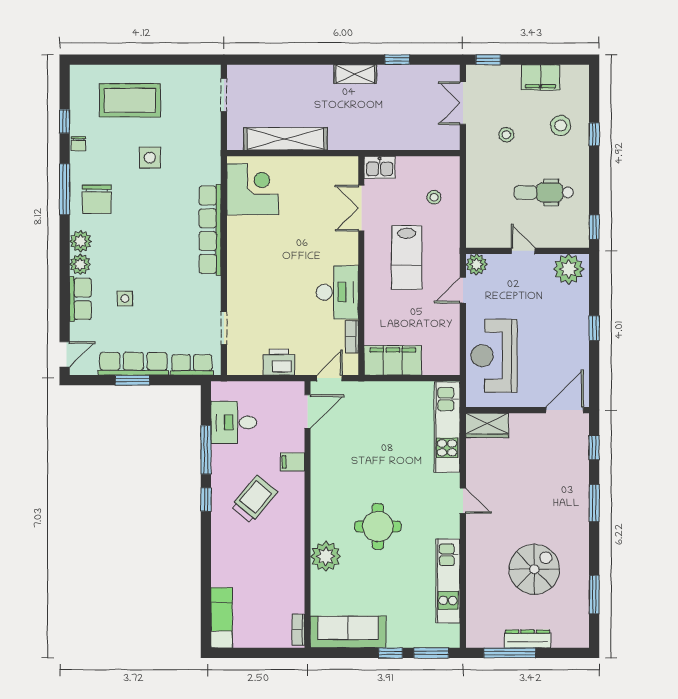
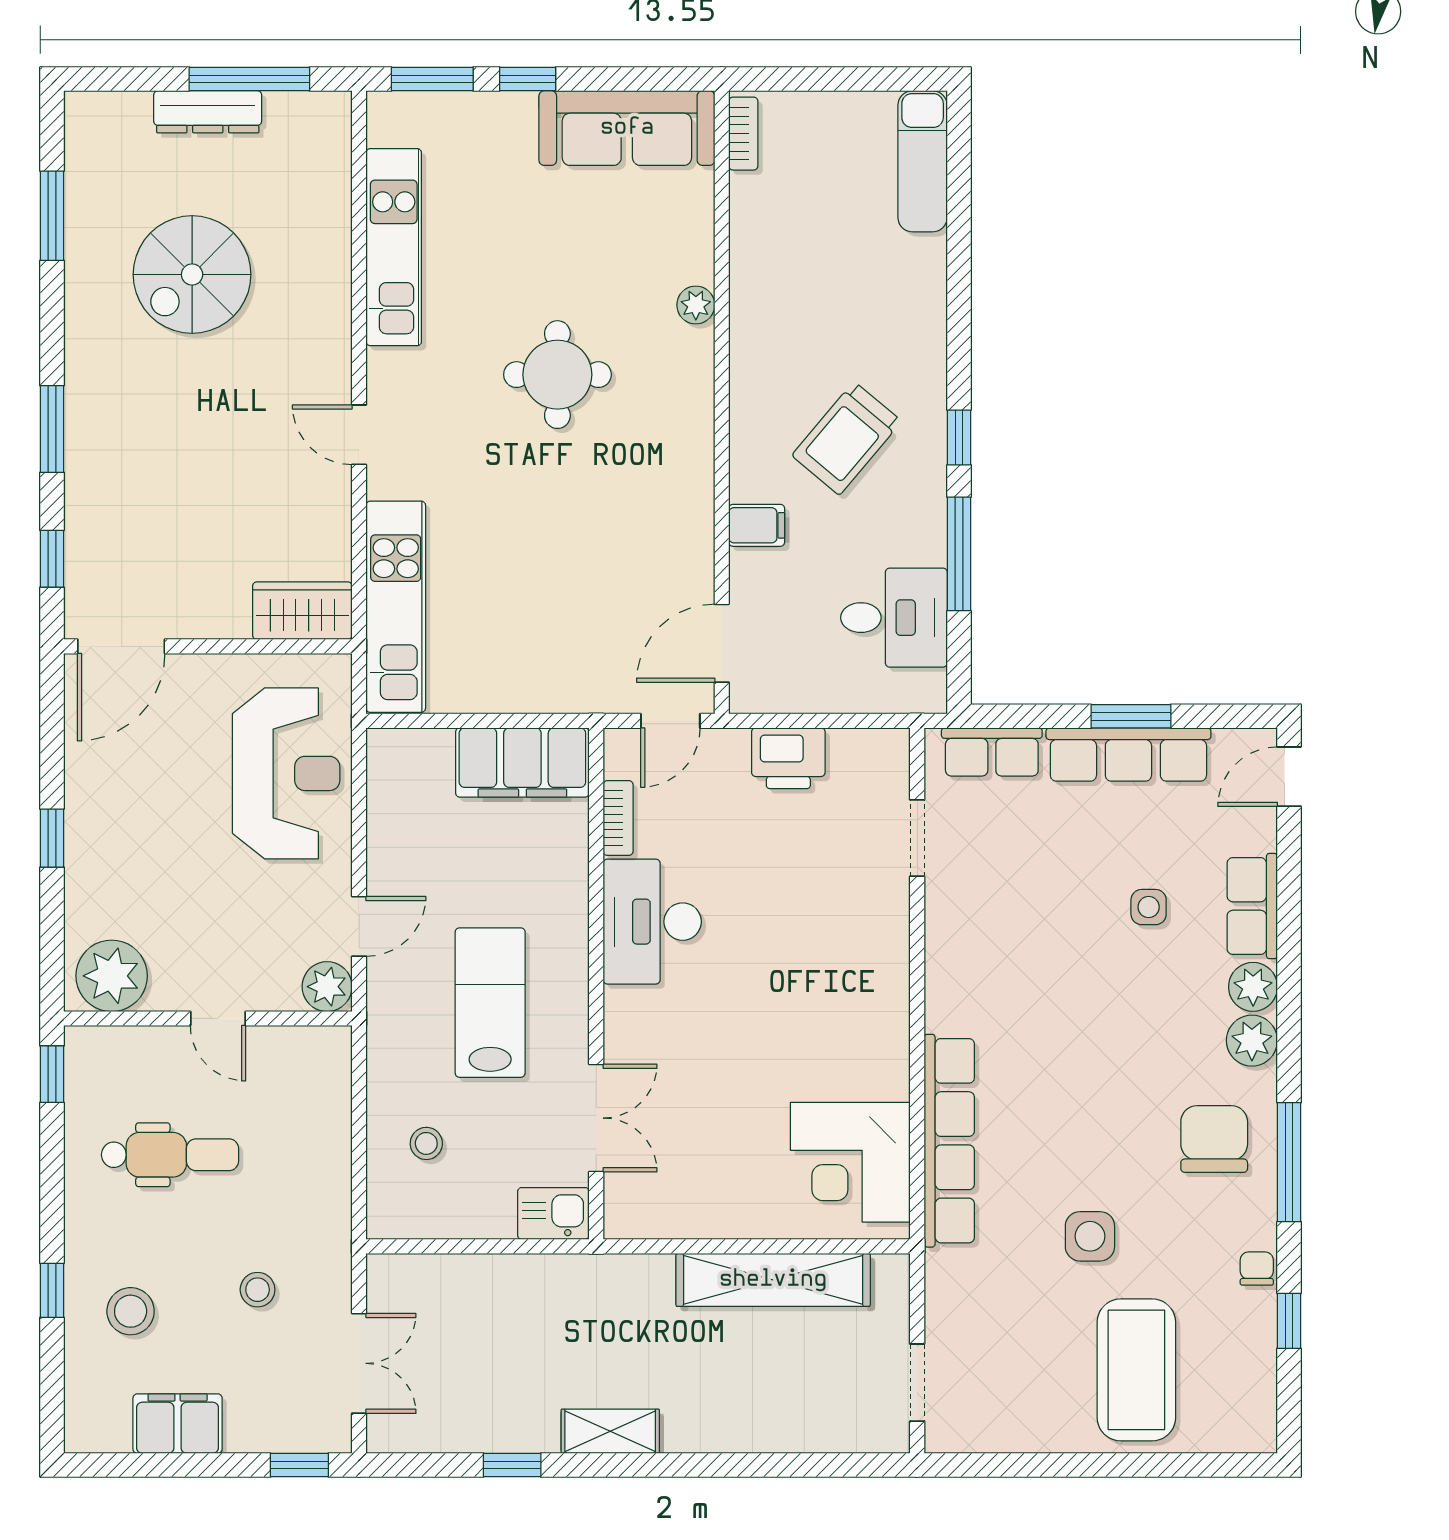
coffee table: (130, 100) -> (1136, 1370), turned 90
row of seats: (210, 230) -> (949, 1141), moved
plant: (326, 556) -> (696, 305), width x0.53, depth x0.53

